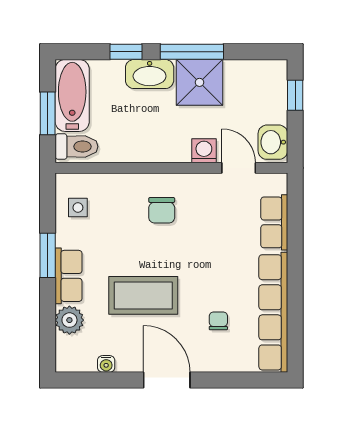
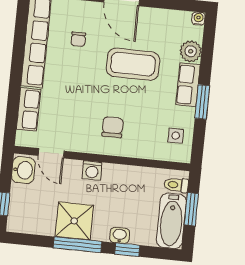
washbasin: (150, 74) -> (120, 235), width x0.52, depth x0.69
toilet: (77, 147) -> (176, 185), width x0.73, depth x0.72
washing machine: (204, 151) -> (92, 171), moved
water cooler: (106, 364) -> (198, 19), moved

